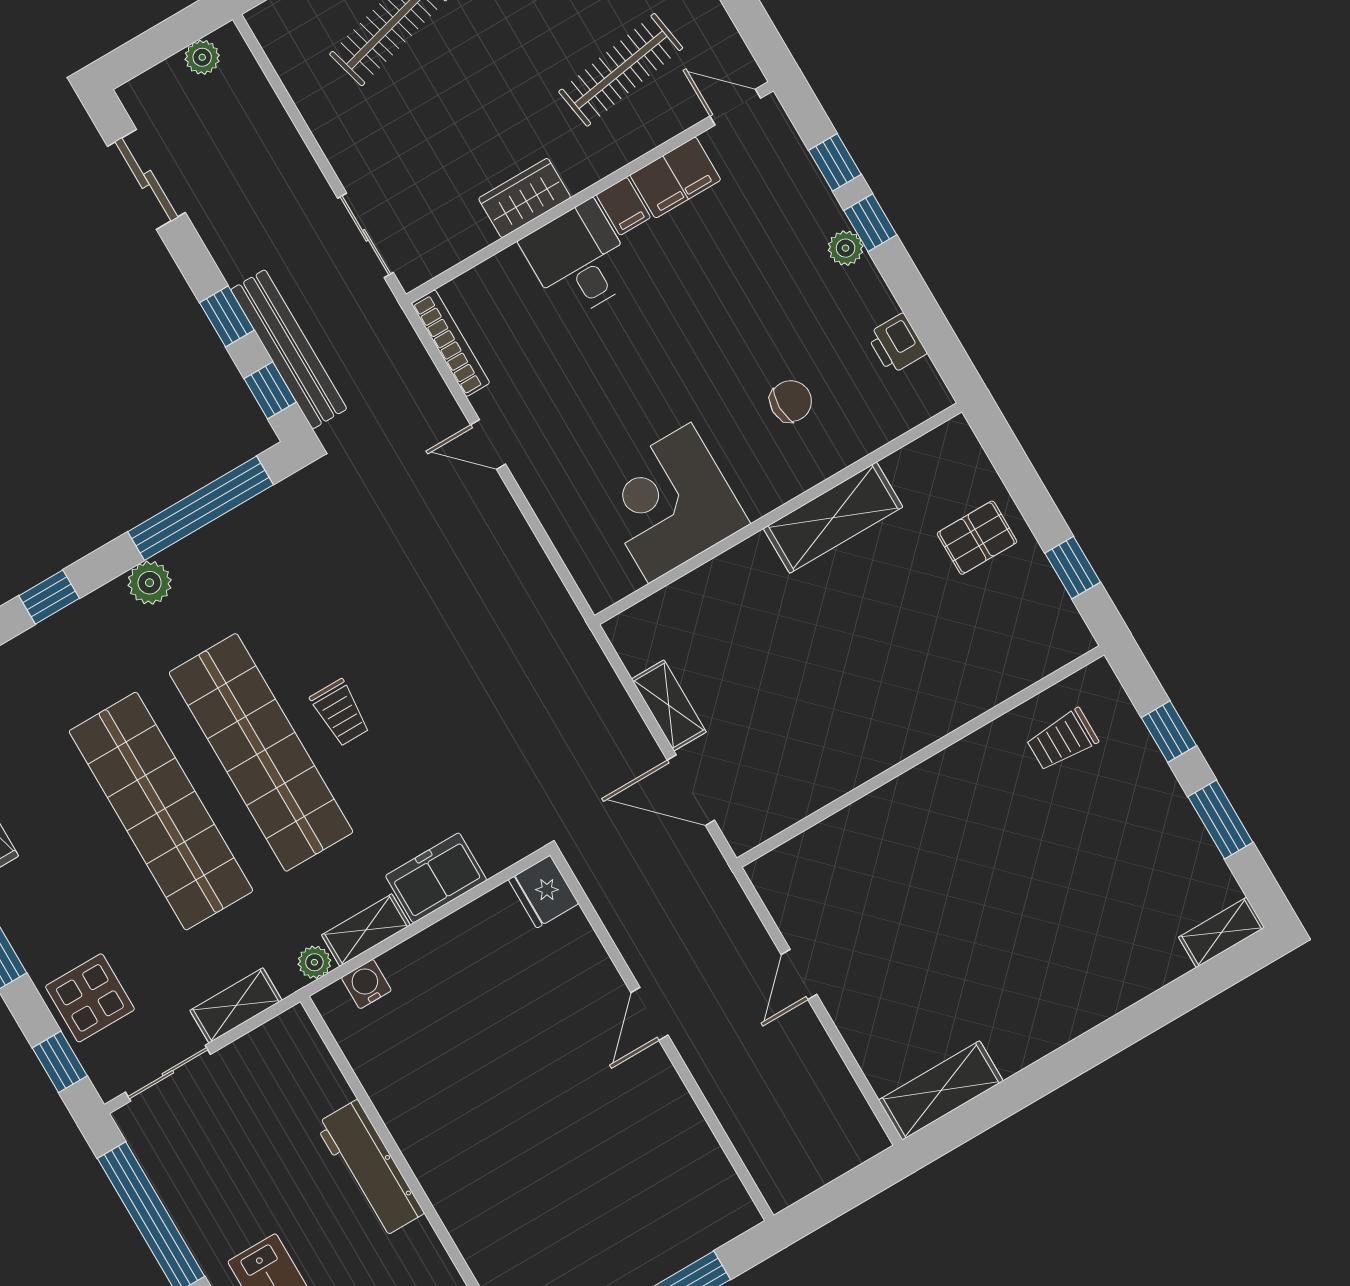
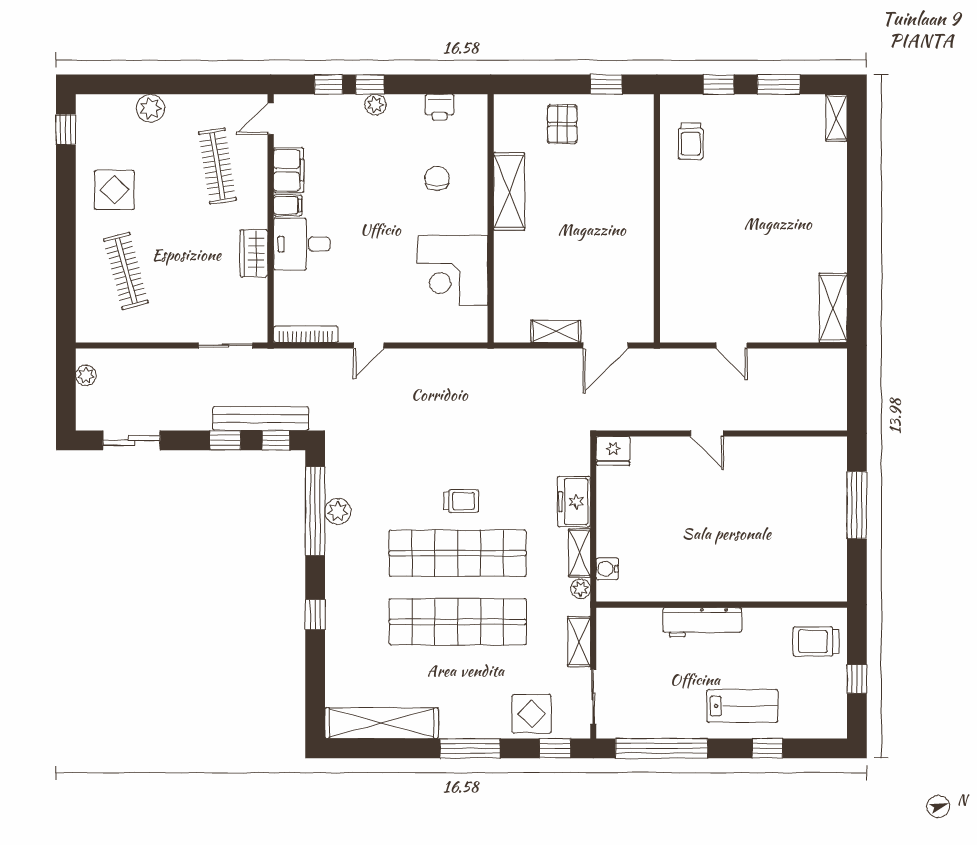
plant: (150, 583) -> (338, 511), moved

